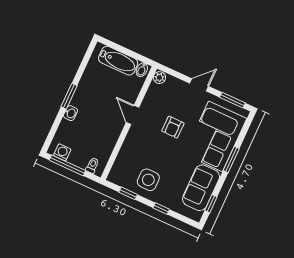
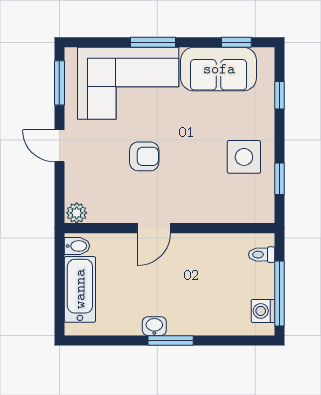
washbasin: (70, 113) -> (154, 326), moved
window: (161, 209) -> (280, 95), moved

